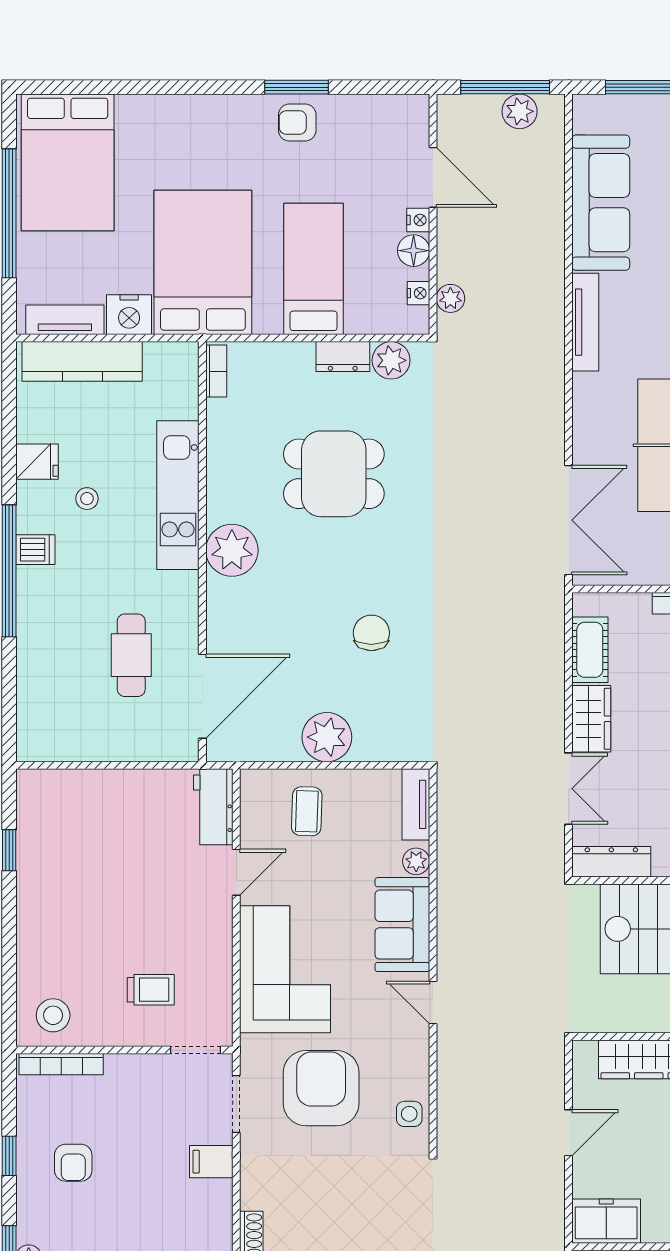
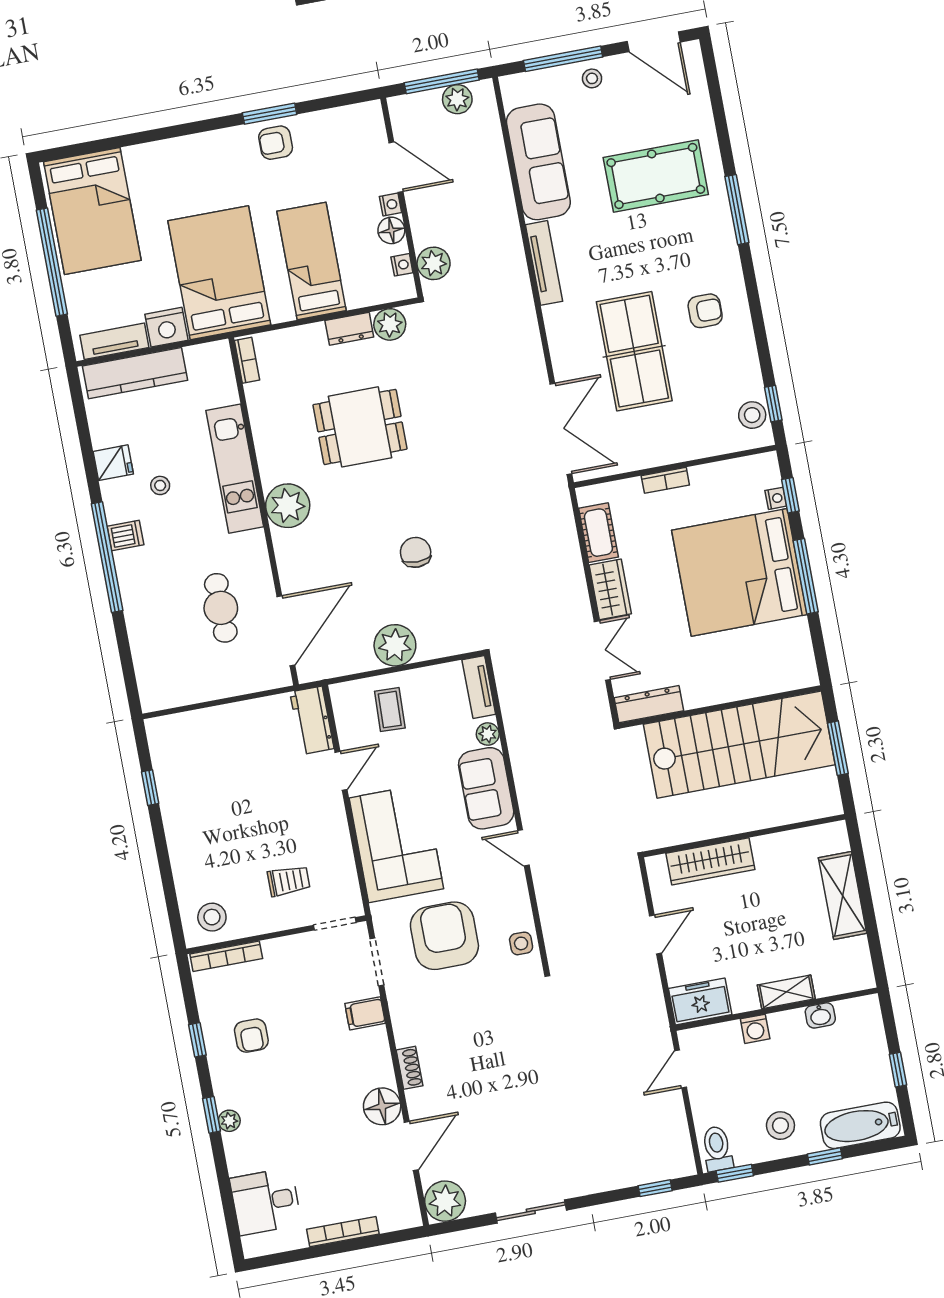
plant: (450, 298) -> (434, 263), width x1.38, depth x1.38

